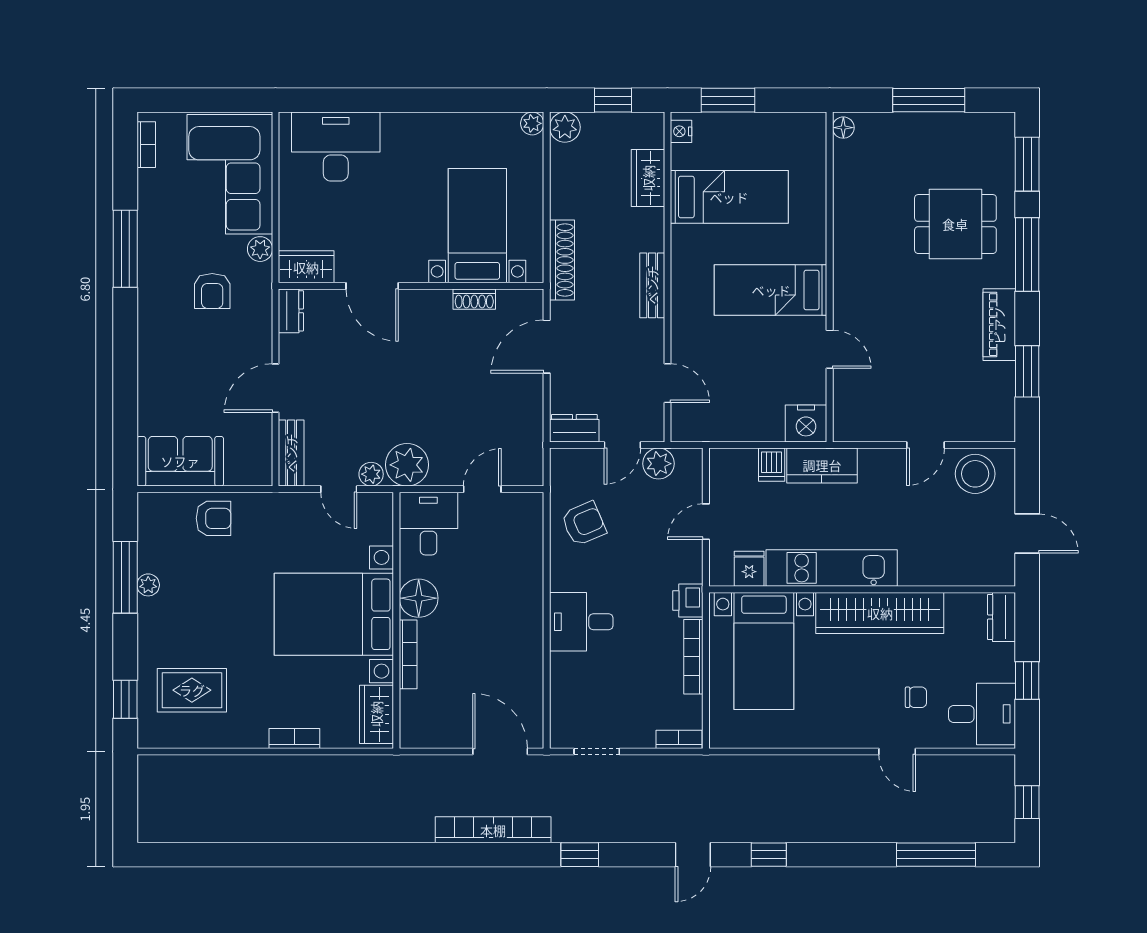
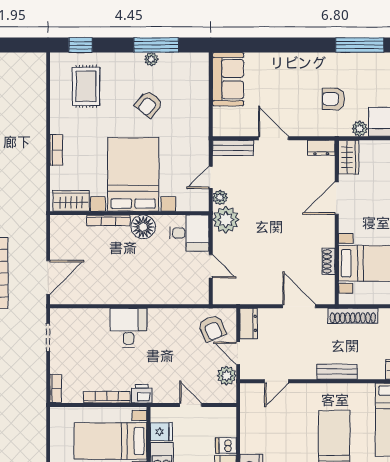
armchair: (213, 518) -> (149, 104), moved, turned 40
armchair: (584, 524) -> (212, 328), moved

